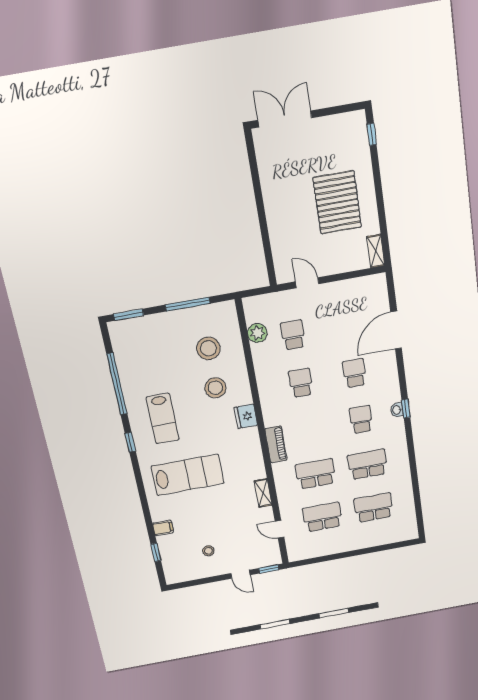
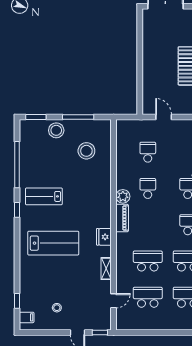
plant: (257, 333) -> (123, 196), moved
stool: (215, 388) -> (56, 130), moved
fridge: (246, 416) -> (104, 237), moved
lab bench: (163, 419) -> (44, 196), turned 90
piano: (276, 444) -> (122, 218), moved
filing cabinet: (163, 528) -> (27, 317), moved
door: (279, 529) -> (114, 301), swing flipped

